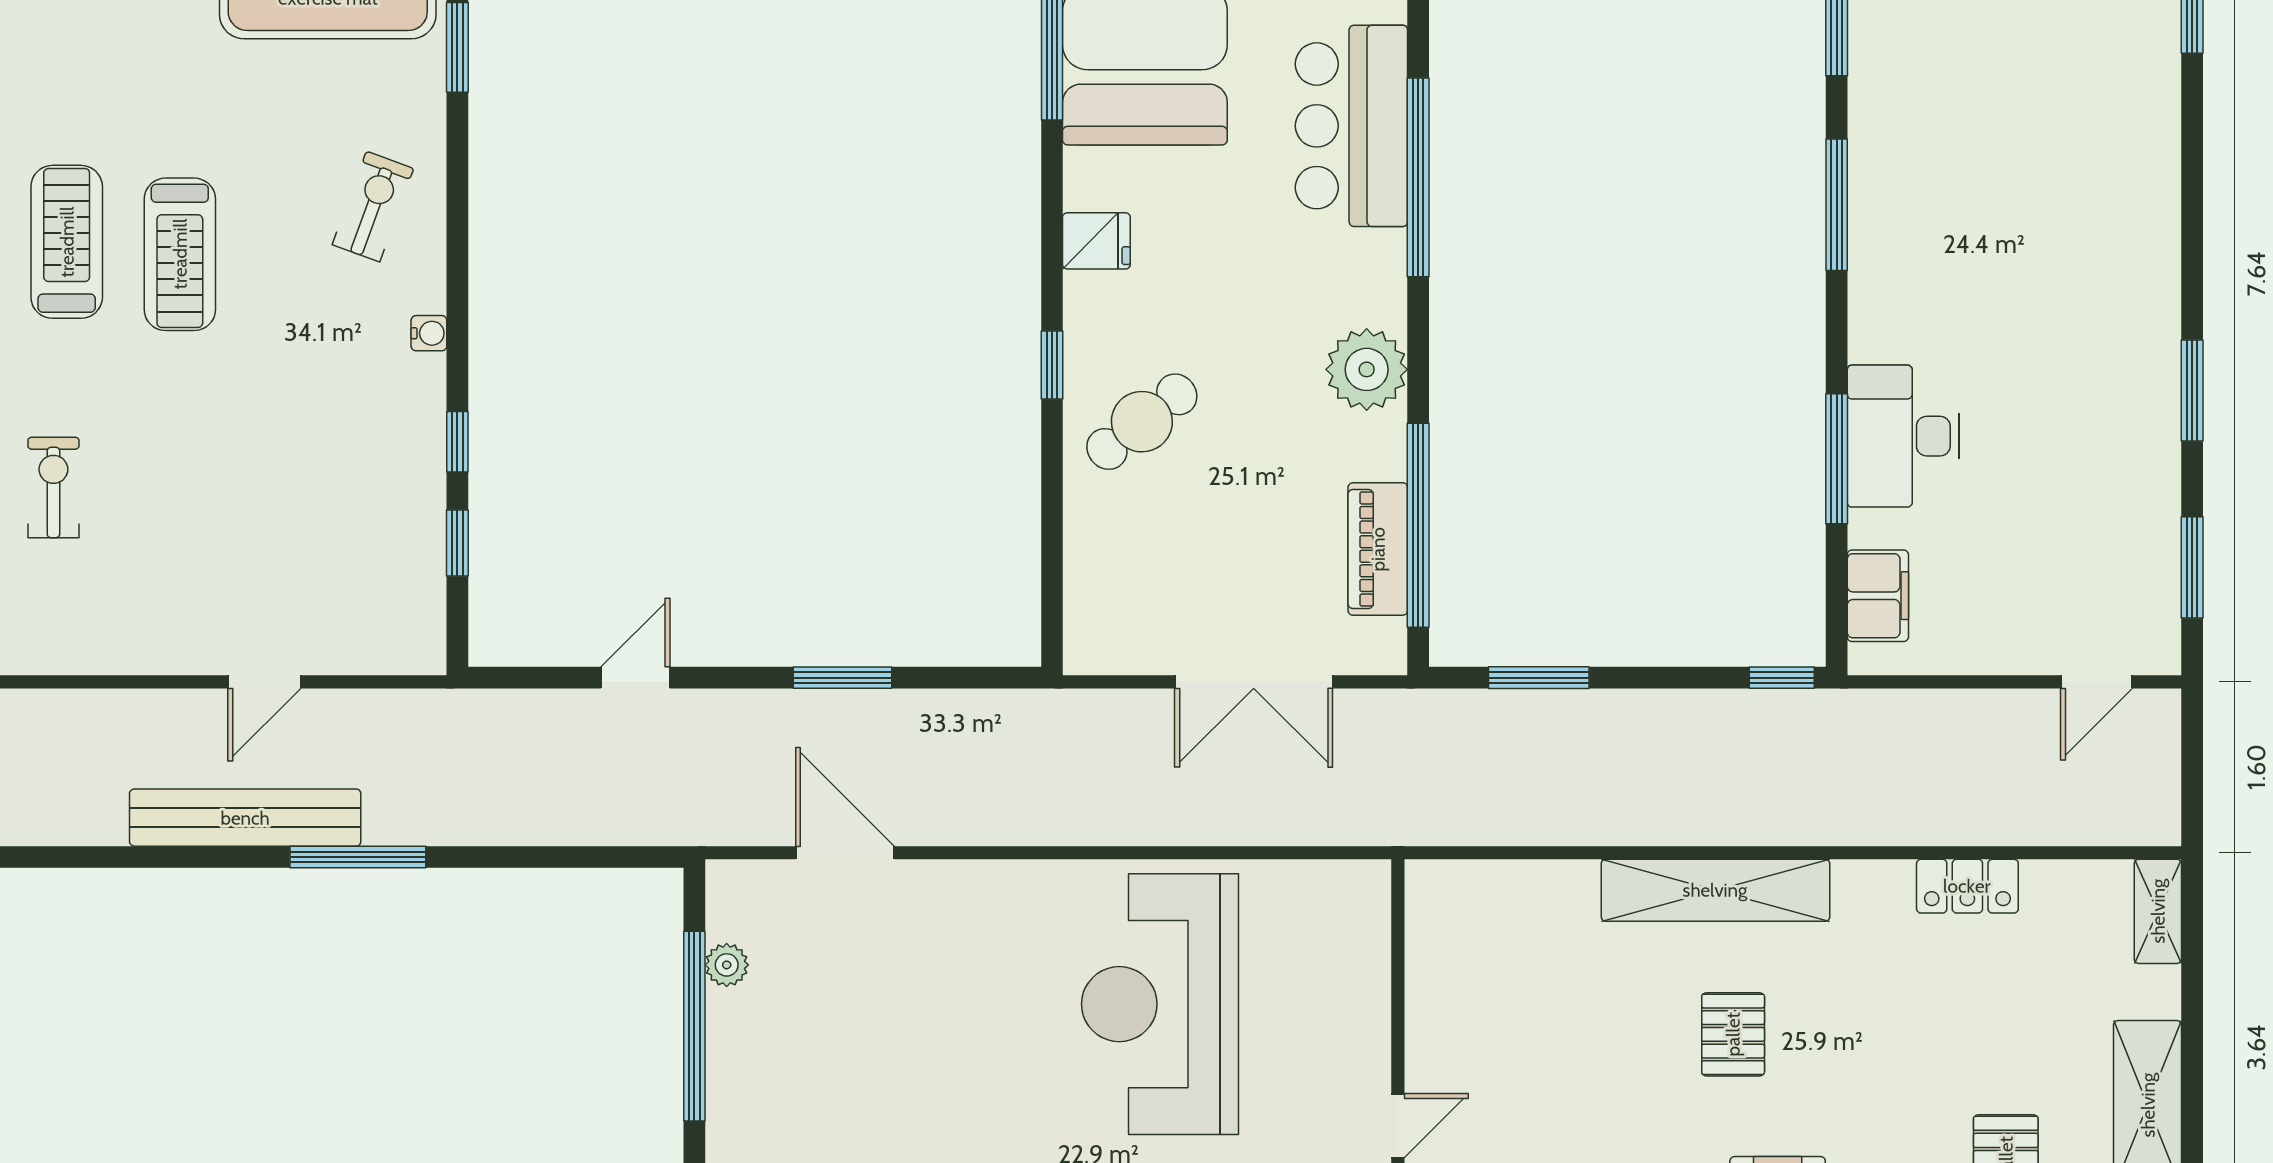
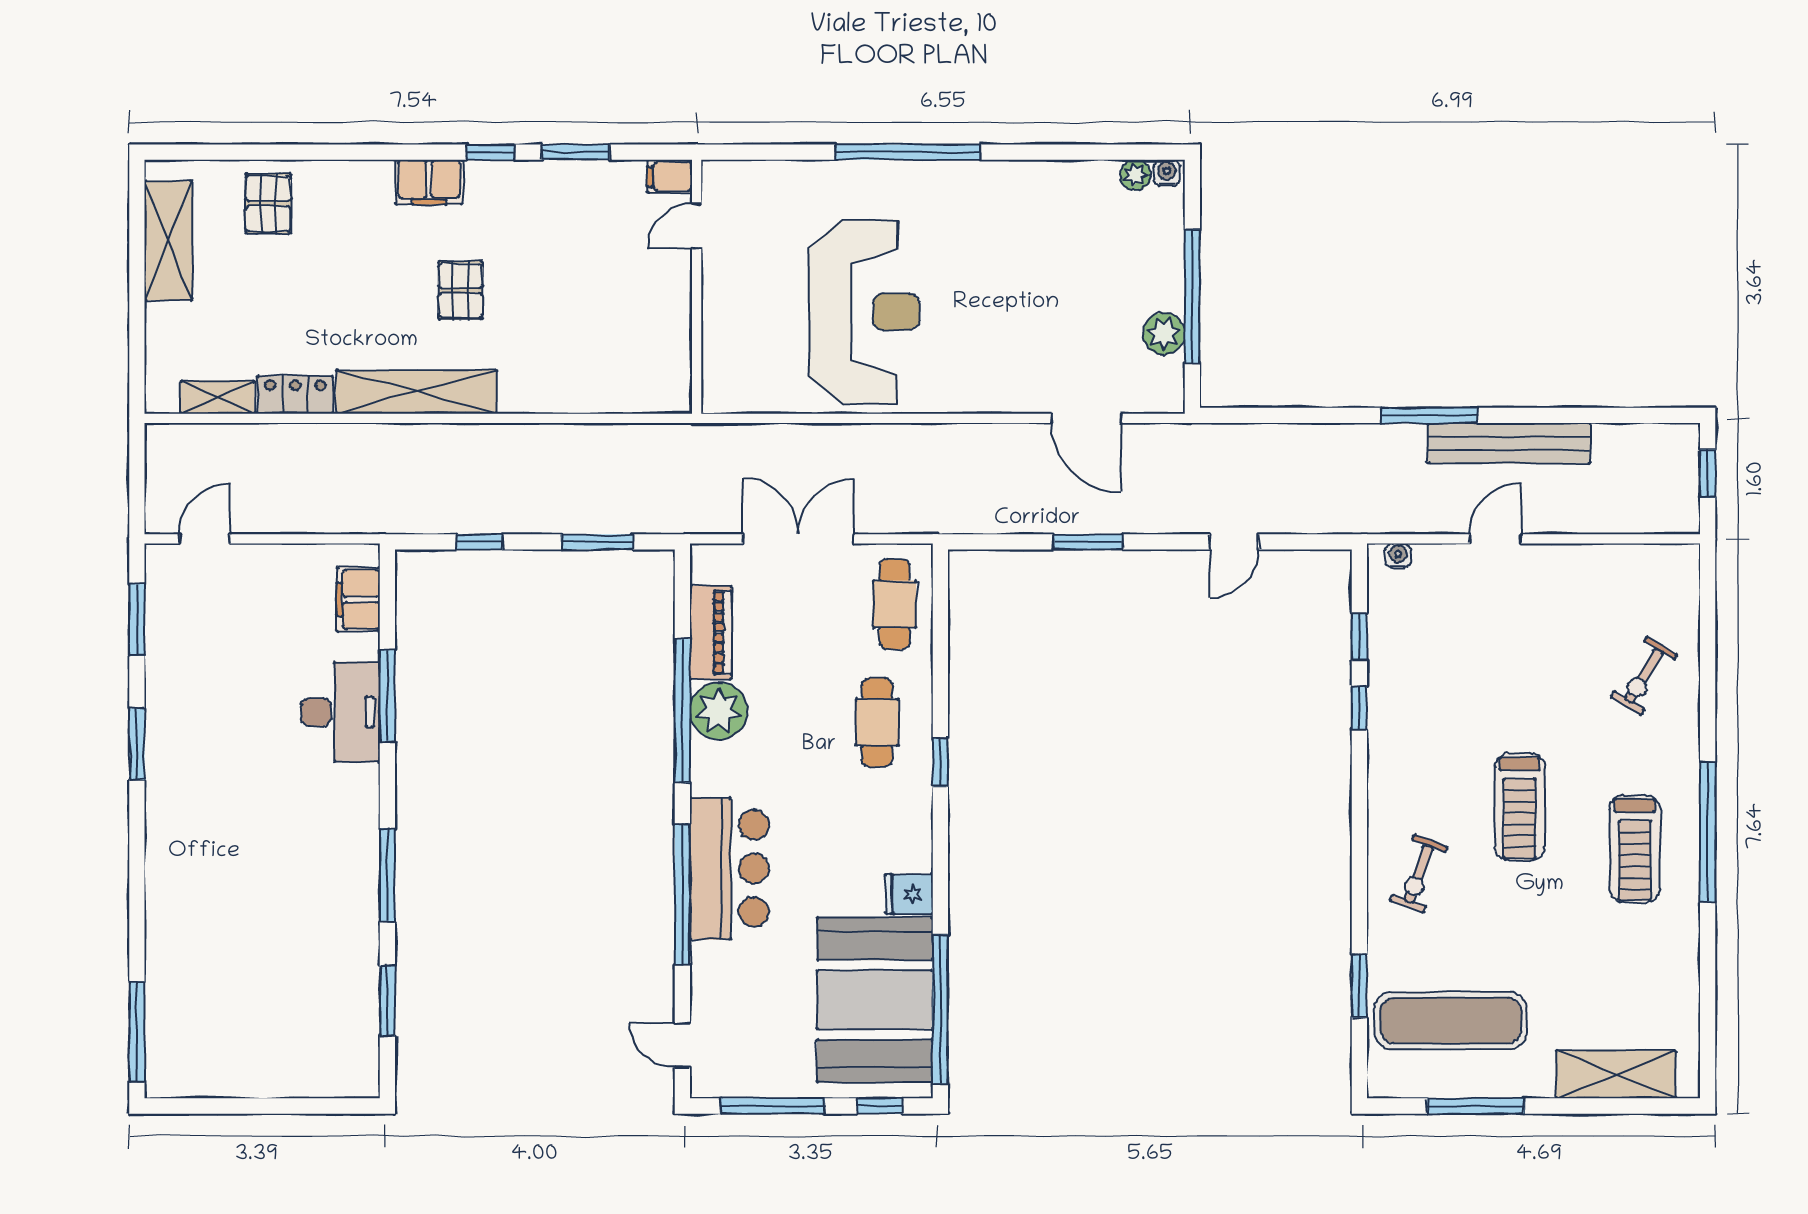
bar counter: (1351, 126) -> (729, 868), moved
fridge: (1096, 241) -> (909, 894), moved
treadmill: (180, 254) -> (1520, 807), moved, turned 180
water cooler: (429, 333) -> (1398, 556), moved, turned 90
plant: (1367, 369) -> (719, 711), moved
cafe table: (1142, 422) -> (877, 722), turned -52
exercise bike: (53, 487) -> (1644, 676), turned 31
window: (1418, 525) -> (682, 711), moved
cafe table: (1117, 589) -> (895, 604), added
window: (1782, 678) -> (480, 542), moved
shelving: (1715, 890) -> (416, 392), moved
shelving: (2158, 911) -> (218, 397), moved, turned 90
plant: (727, 965) -> (1164, 334), width x1.38, depth x1.38

